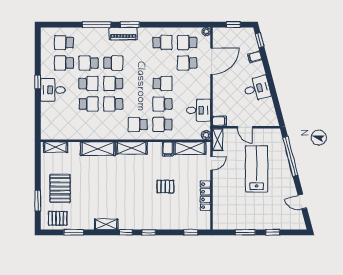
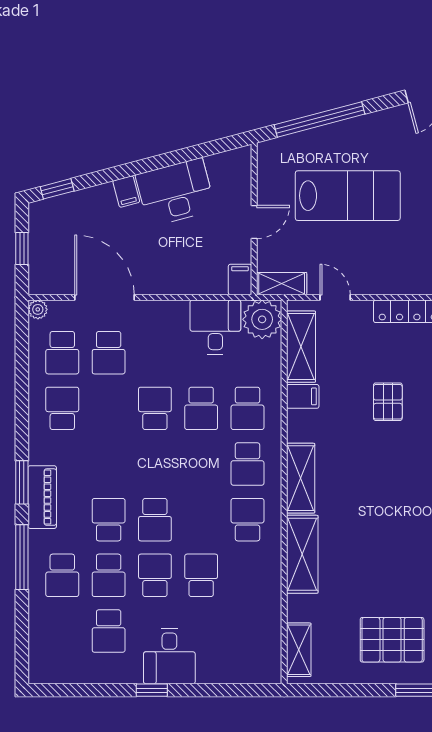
school desk: (64, 43) -> (62, 575), moved
filing cabinet: (255, 57) -> (126, 192), moved
desk: (257, 89) -> (175, 192), width x1.37
school desk: (113, 104) -> (247, 520), moved, turned 180
plant: (206, 135) -> (262, 319), width x1.87, depth x1.87
lab bench: (257, 169) -> (348, 196), turned 180

